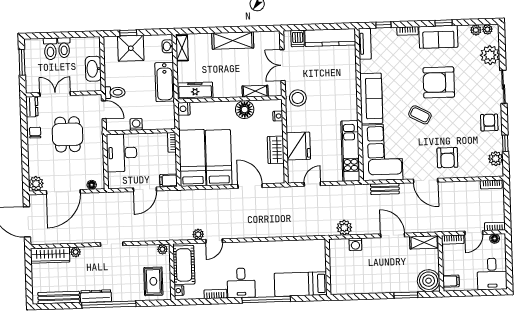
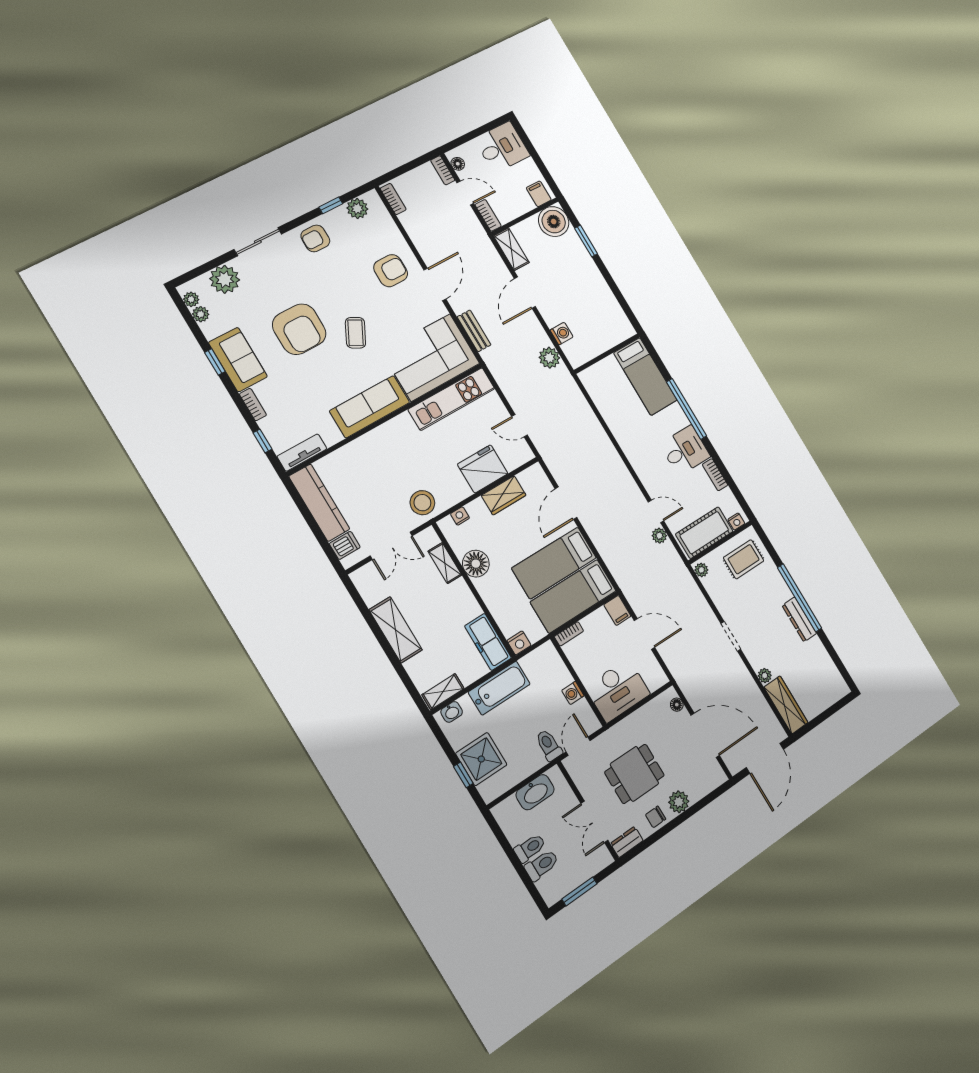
plant: (36, 184) -> (679, 802), moved
bench: (59, 298) -> (826, 664), removed

